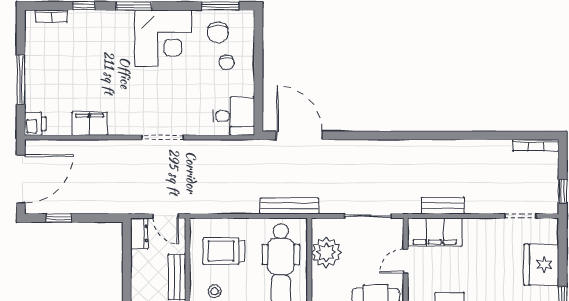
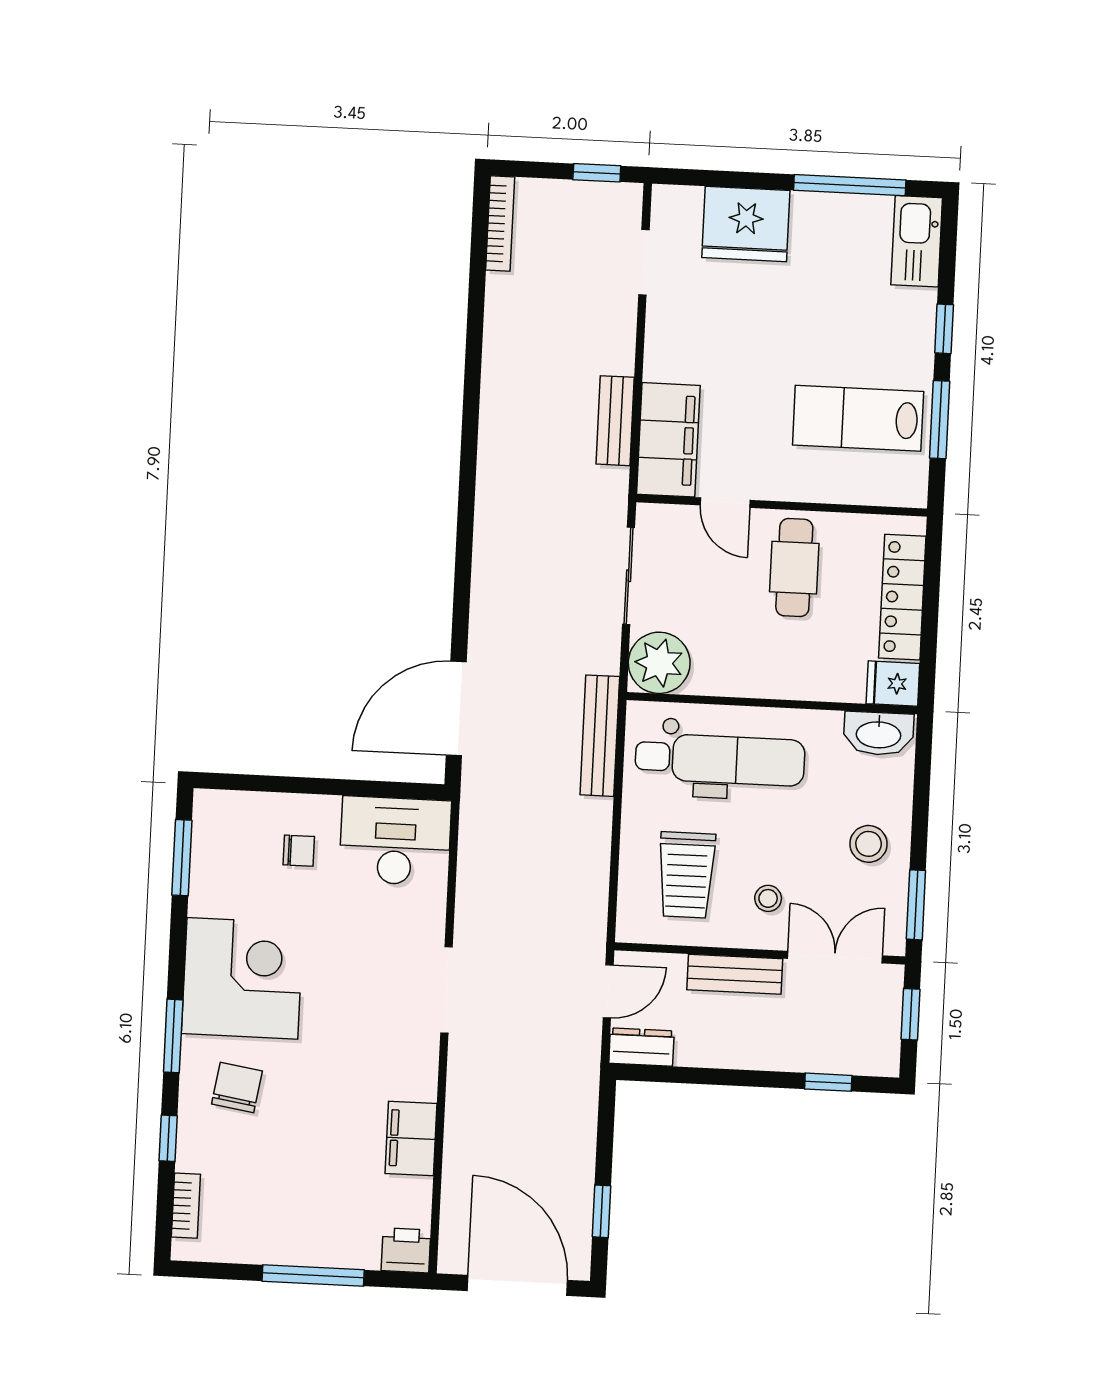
chair: (218, 32) -> (237, 1087), moved, turned -81
desk: (234, 116) -> (395, 841), width x1.37
plant: (326, 252) -> (659, 663), moved

